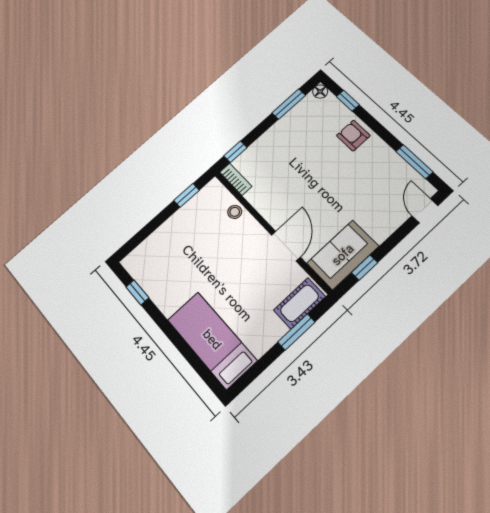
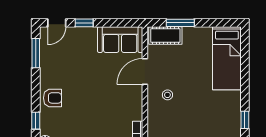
armchair: (353, 136) -> (52, 98), turned -90
stool: (235, 212) -> (167, 95), moved
window: (365, 268) -> (84, 23), moved

